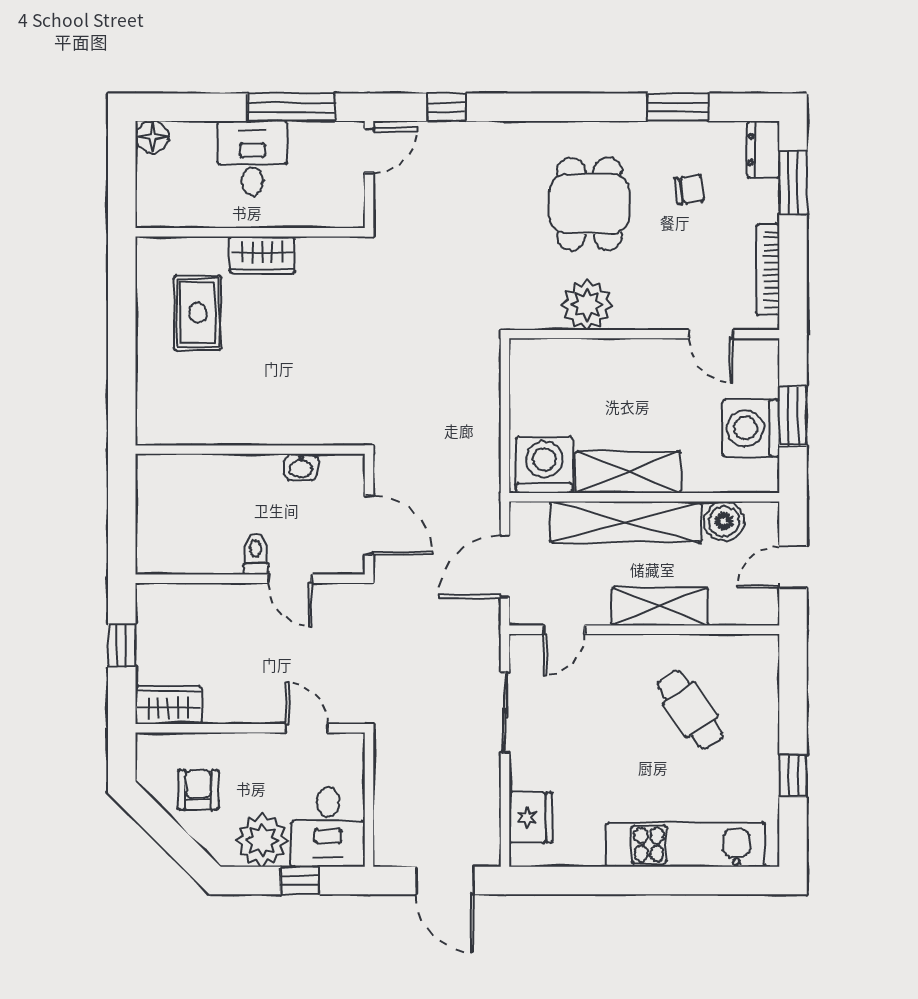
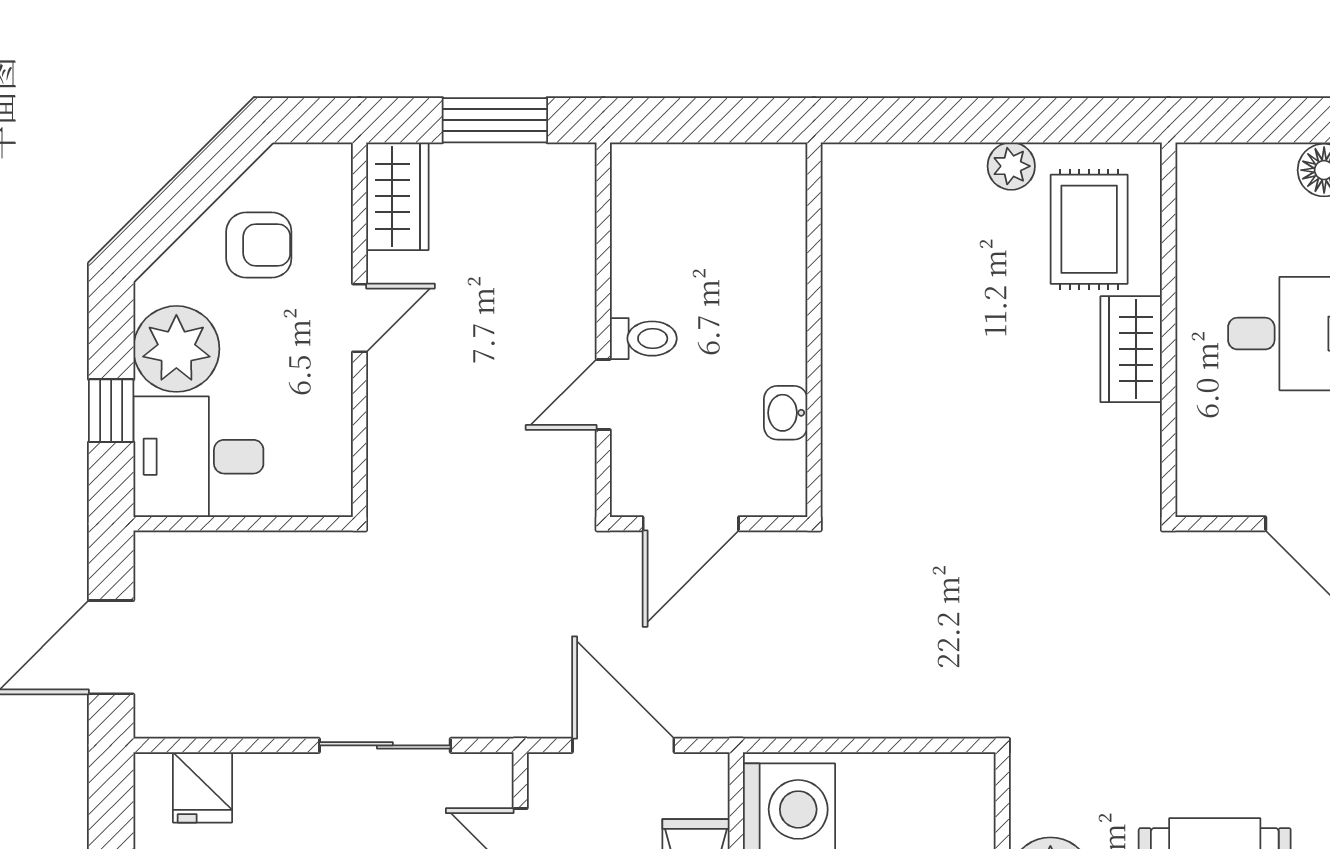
rug: (198, 313) -> (1089, 229), moved, turned 90
plant: (150, 329) -> (1011, 166), added
window: (122, 645) -> (495, 120), width x1.50
door: (307, 728) -> (359, 318), moved
fridge: (531, 817) -> (202, 787), width x0.72

